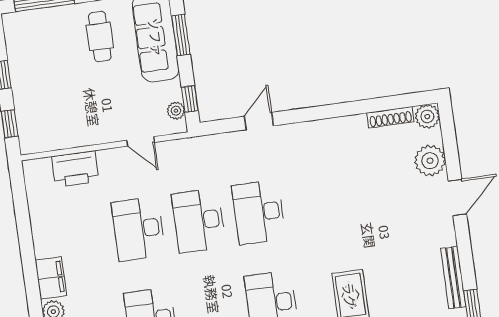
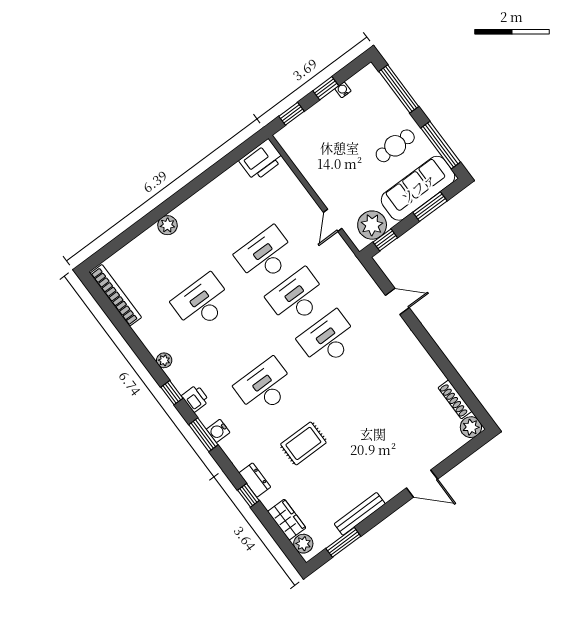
water cooler: (14, 58) -> (343, 90), added
plant: (176, 111) -> (372, 225), width x1.87, depth x1.87
plant: (430, 161) -> (439, 448), removed
printer: (75, 169) -> (261, 160), moved, turned -90
filing cabinet: (51, 278) -> (192, 209), removed

